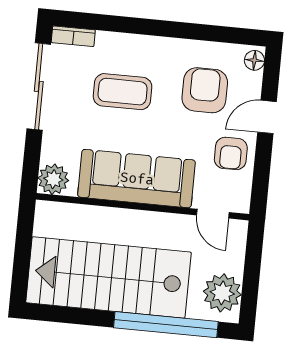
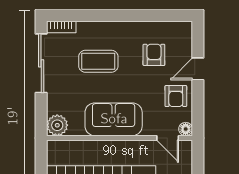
floor lamp: (254, 60) -> (186, 129), moved
armchair: (205, 90) -> (154, 55), width x0.72, depth x0.72
sofa: (137, 179) -> (114, 119), width x0.73

